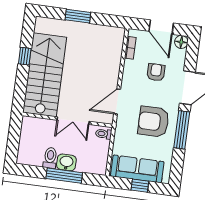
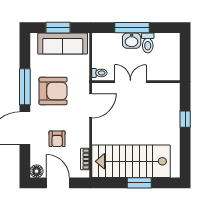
window: (25, 56) -> (185, 119), moved
stairs: (45, 75) -> (131, 161), moved, turned 90
window: (140, 186) -> (58, 28), width x1.50

